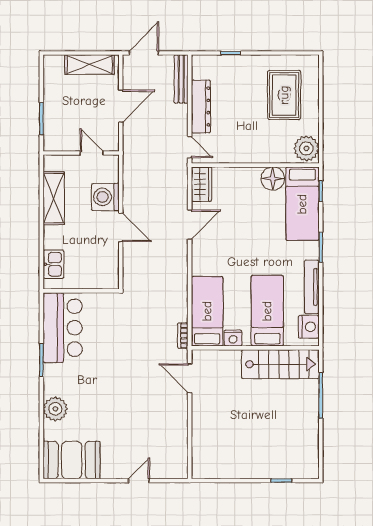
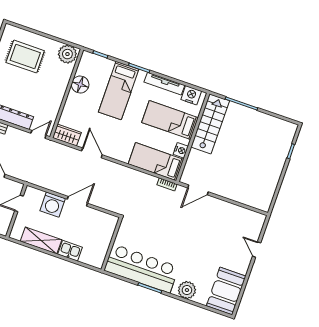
bed: (302, 204) -> (119, 91), moved, turned 90
kitchen sink: (53, 264) -> (70, 251), moved
bar counter: (63, 328) -> (141, 269), width x1.36

